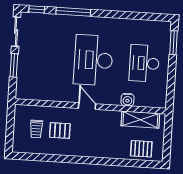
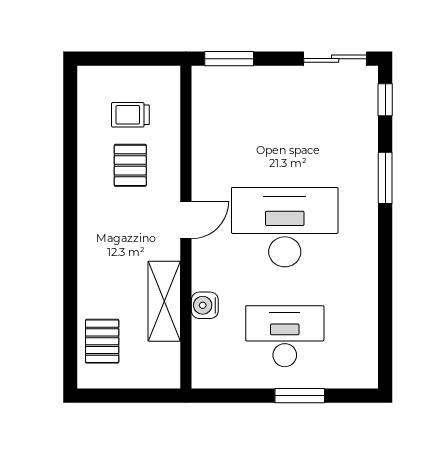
window: (73, 12) -> (385, 178), width x0.69
window: (174, 43) -> (300, 396), moved
window: (14, 65) -> (229, 59), moved
shelving: (140, 120) -> (164, 301), moved

